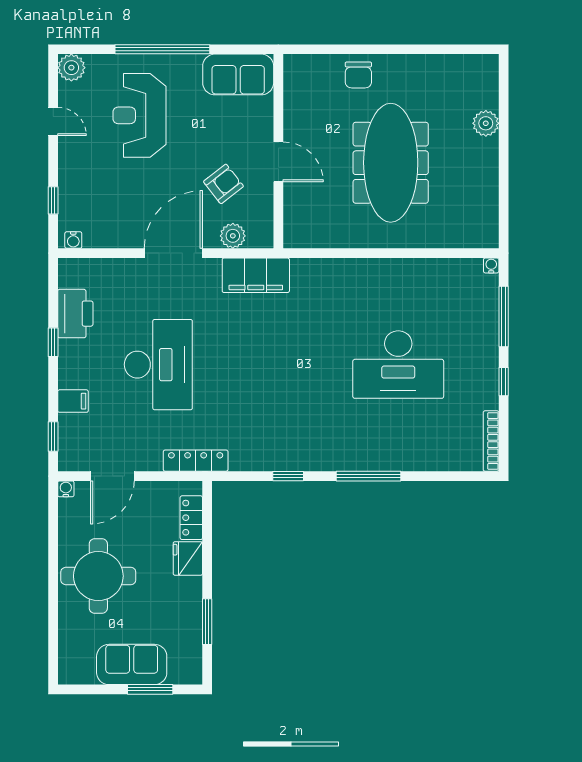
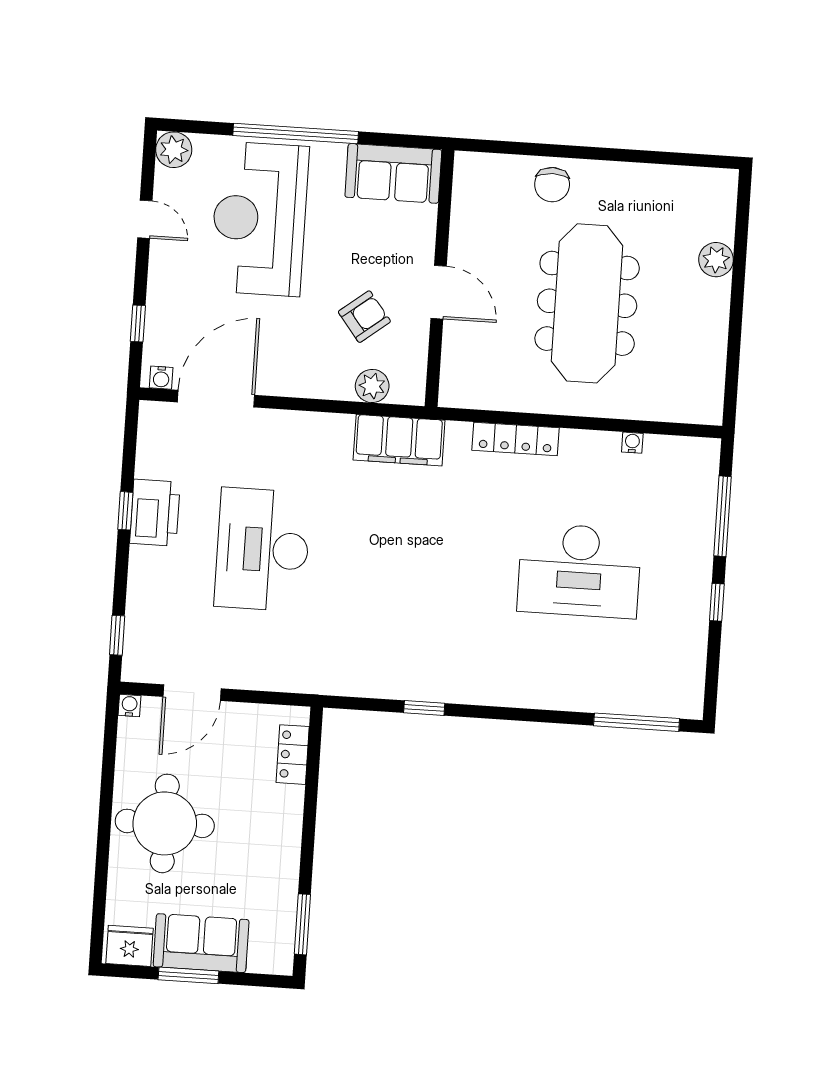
reception desk: (139, 115) -> (259, 219), width x1.36, depth x1.30
door: (173, 253) -> (216, 399), moved
water cooler: (491, 265) -> (632, 443), moved
printer: (75, 314) -> (155, 513), moved
desk: (158, 365) -> (262, 550), turned 180
filing cabinet: (73, 401) -> (147, 590), removed
bookcase: (491, 441) -> (695, 680), removed
locker: (196, 461) -> (516, 439), moved, turned 180
window: (368, 476) -> (637, 722), moved
fridge: (188, 558) -> (130, 946), moved, turned 90
window: (207, 622) -> (302, 924), moved
window: (150, 689) -> (188, 975), moved

